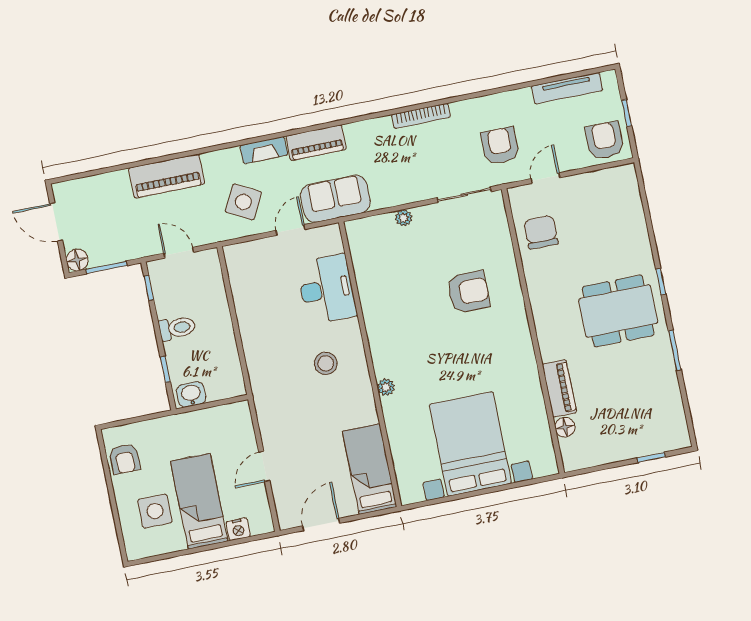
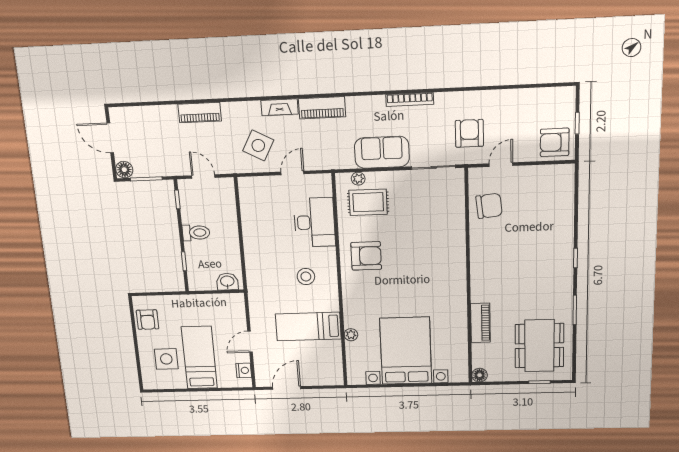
tv unit: (567, 88) -> (533, 95), removed
armchair: (605, 140) -> (555, 142), turned -90
piano: (167, 176) -> (200, 113), width x0.73, depth x0.75
sofa: (335, 199) -> (382, 152), moved
plant: (404, 218) -> (358, 179), moved
chair: (541, 232) -> (489, 206), turned 84
rug: (390, 252) -> (368, 202), added
armchair: (468, 292) -> (366, 256), moved
dining table: (618, 311) -> (539, 346), moved, turned 90
plant: (386, 387) -> (351, 335), moved
washbasin: (191, 394) -> (227, 282), moved
floor lamp: (565, 427) -> (480, 375), moved
bed: (370, 469) -> (308, 326), moved, turned -90
nightstand: (238, 529) -> (244, 370), moved, turned -90

